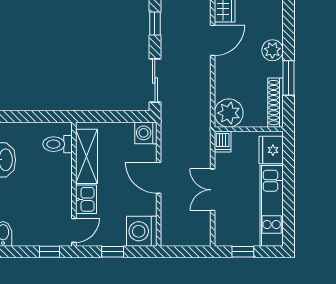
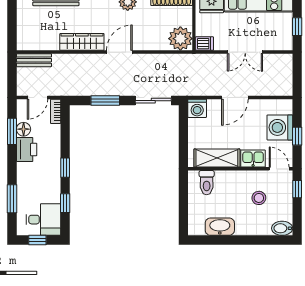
window: (155, 24) -> (105, 101), width x1.50
door: (213, 40) -> (119, 52), hinge flipped
stool: (39, 206) -> (259, 198), added
washing machine: (142, 231) -> (280, 127), moved, turned 90

